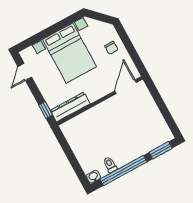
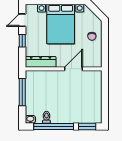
door: (126, 87) -> (73, 69), moved
window: (46, 110) -> (22, 41), moved
window: (68, 151) -> (22, 92), added

